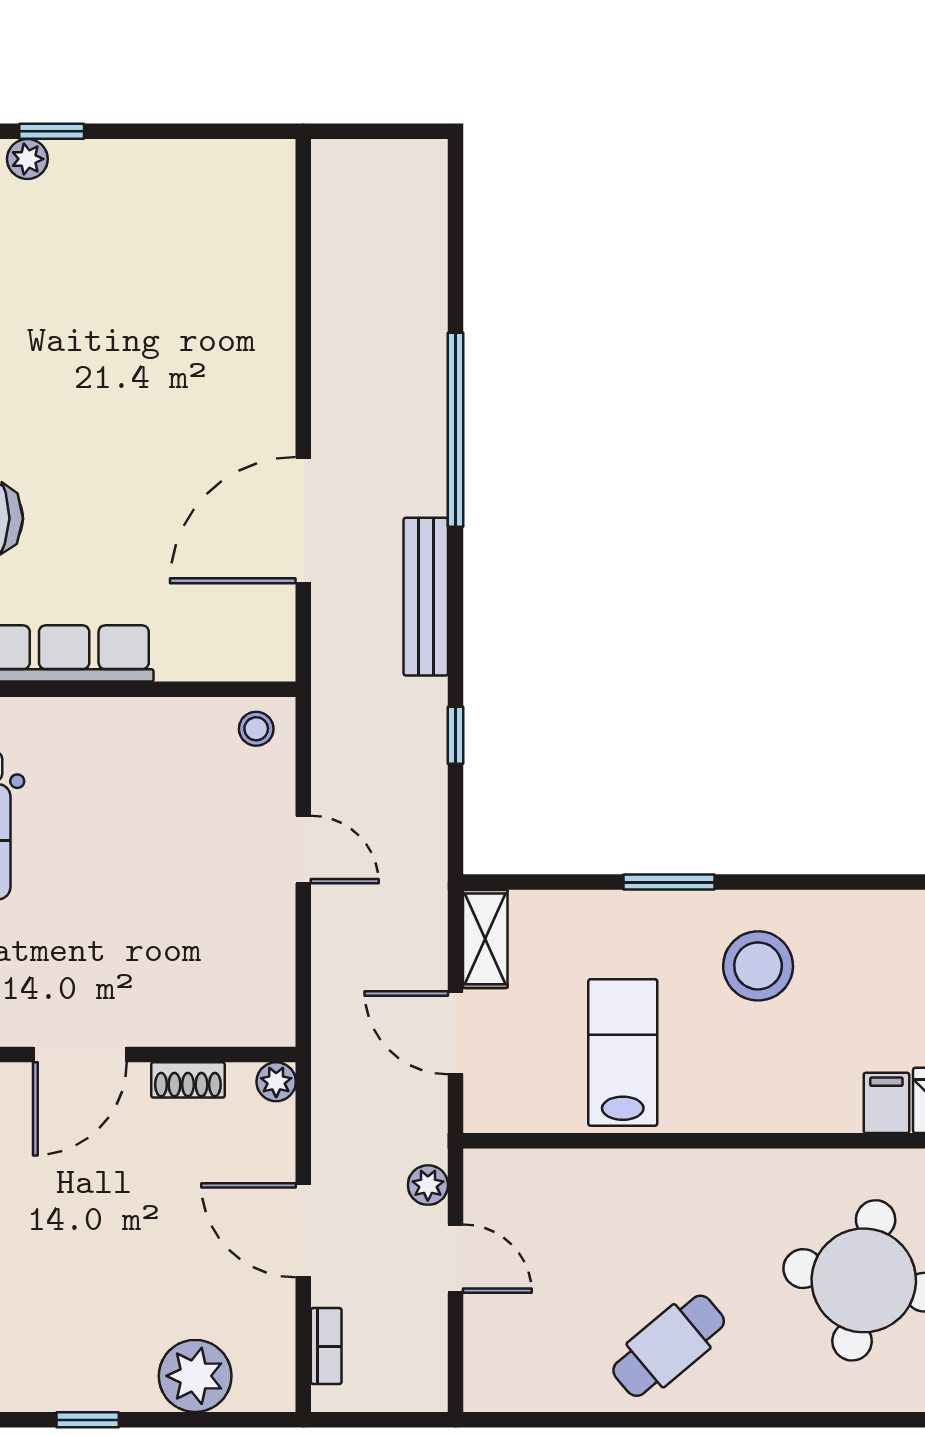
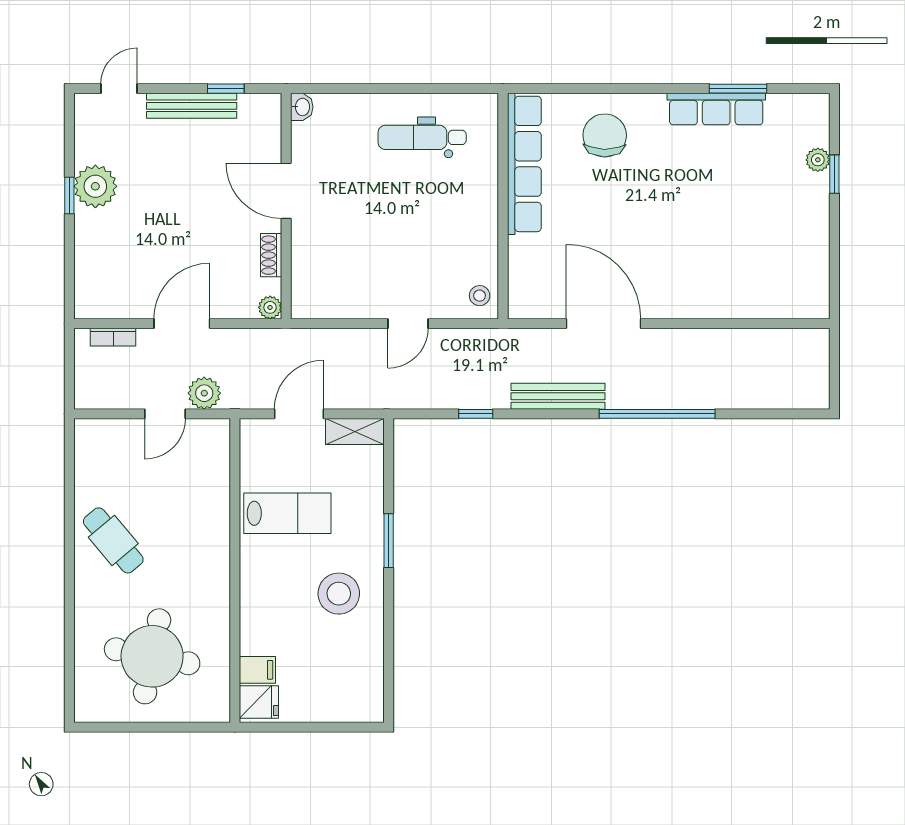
plant: (428, 1185) -> (204, 393), width x1.38, depth x1.38
plant: (195, 1376) -> (95, 186), moved

